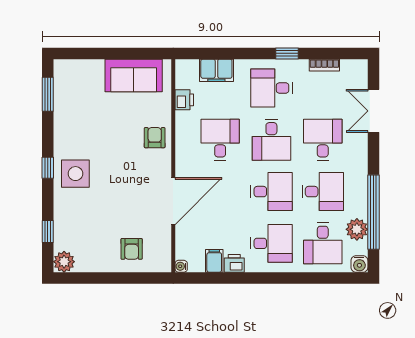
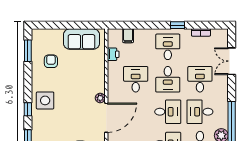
filing cabinet: (216, 70) -> (128, 36), width x0.50
desk: (271, 88) -> (168, 47), turned 90
armchair: (155, 138) -> (51, 61), moved
window: (48, 168) -> (28, 109), moved
plant: (164, 170) -> (100, 98), added
desk: (323, 192) -> (200, 112), turned 180

